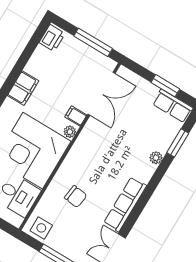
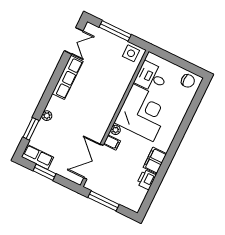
printer: (52, 38) -> (146, 180), moved
chair: (76, 197) -> (106, 80), removed

